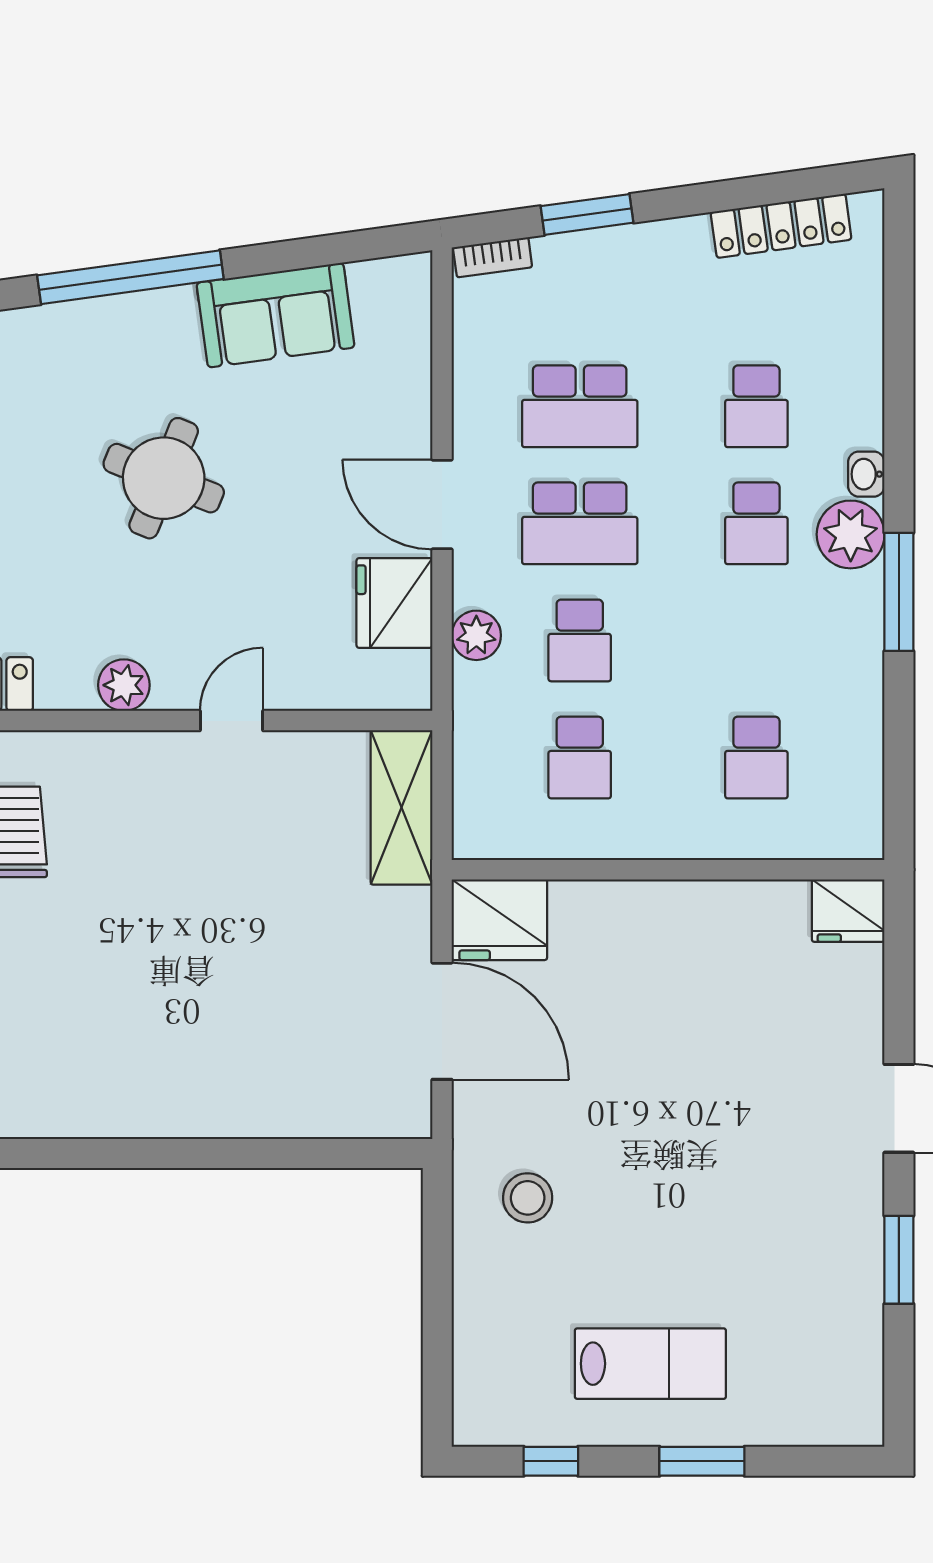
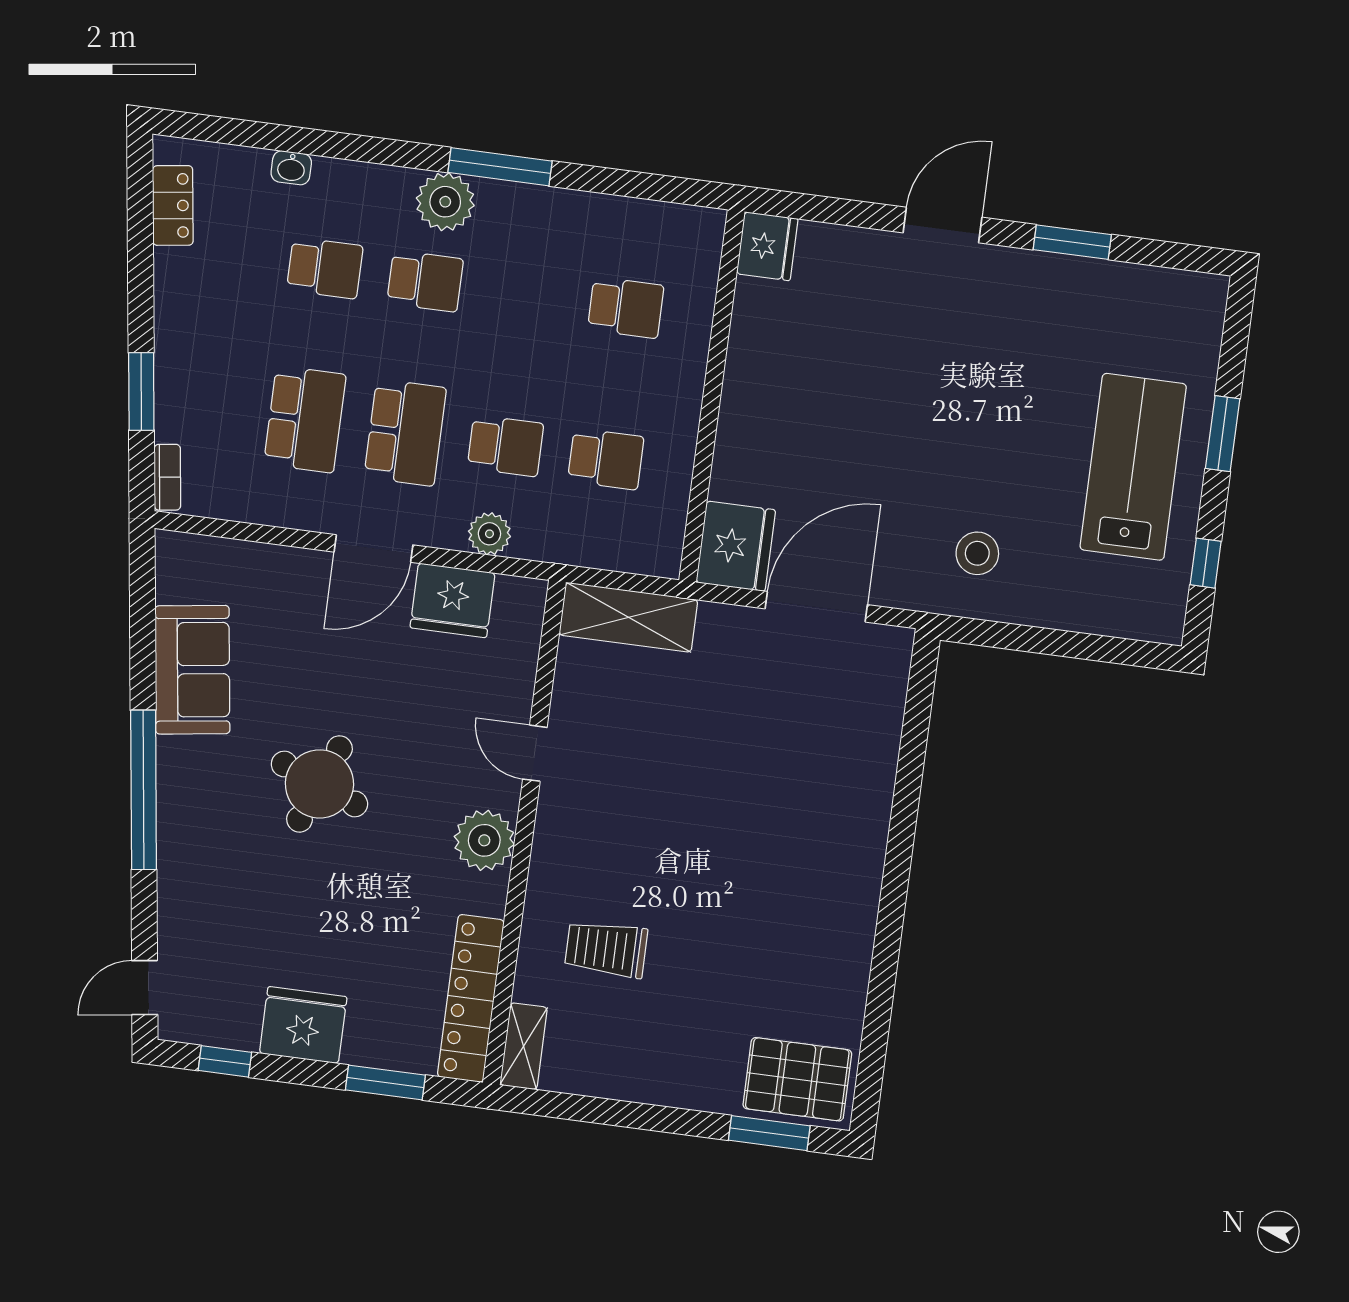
locker: (781, 226) -> (173, 205), width x0.66
washbasin: (866, 474) -> (291, 168), moved
plant: (124, 685) -> (484, 840), width x1.36, depth x1.36
lab bench: (650, 1364) -> (1133, 467), width x1.36, depth x1.39

